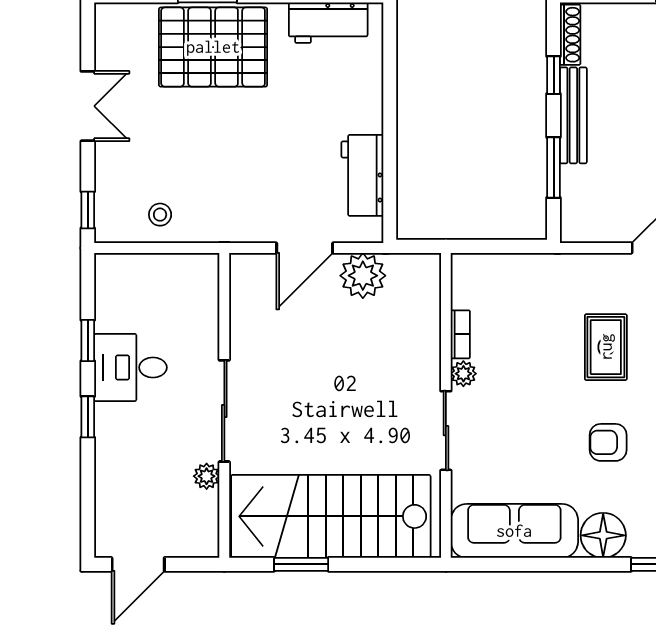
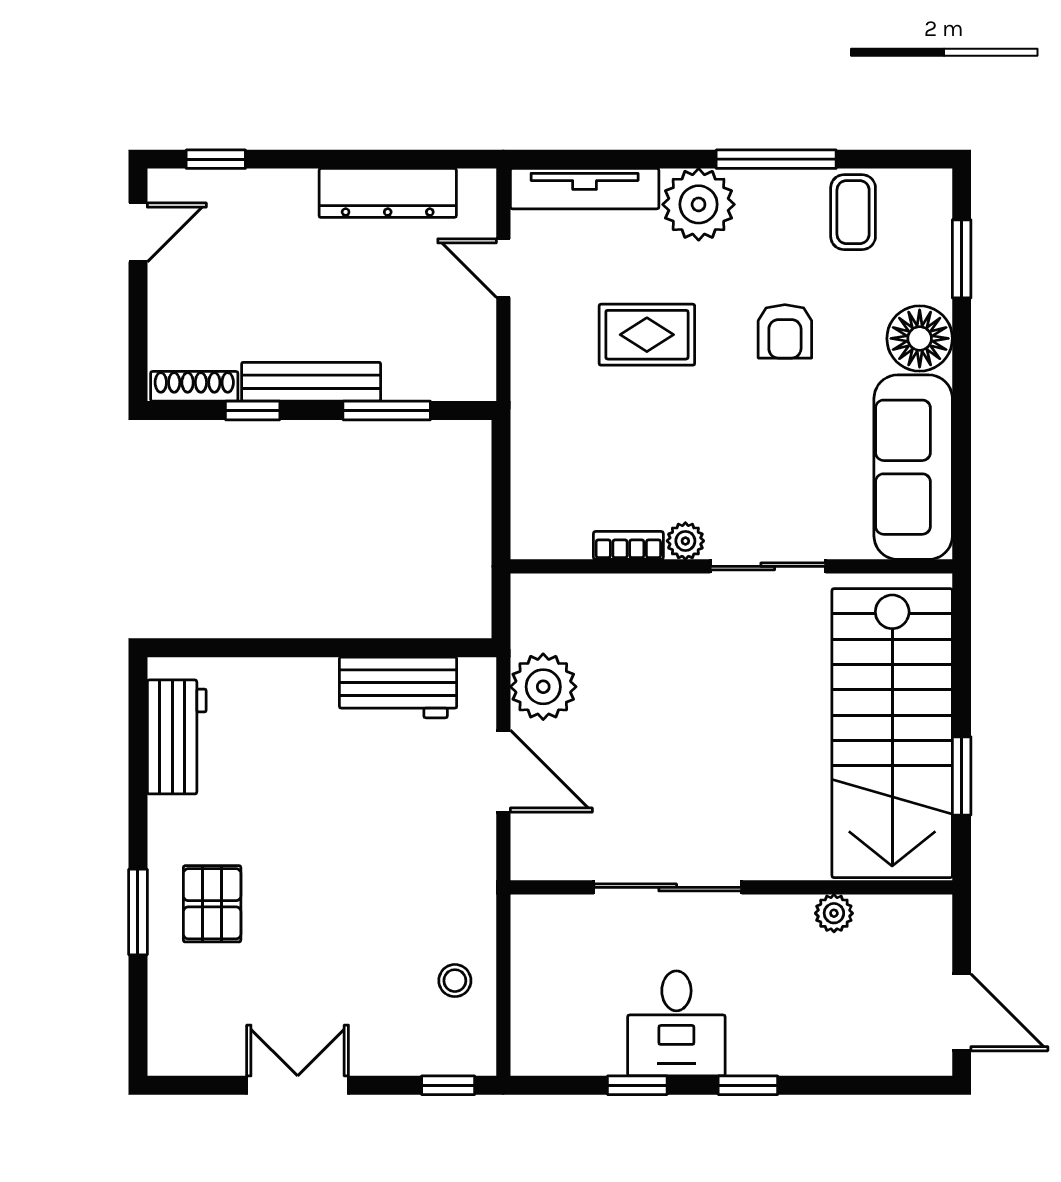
pallet: (213, 47) -> (212, 904), width x0.49, depth x0.50
sliding door: (224, 411) -> (668, 887), moved

